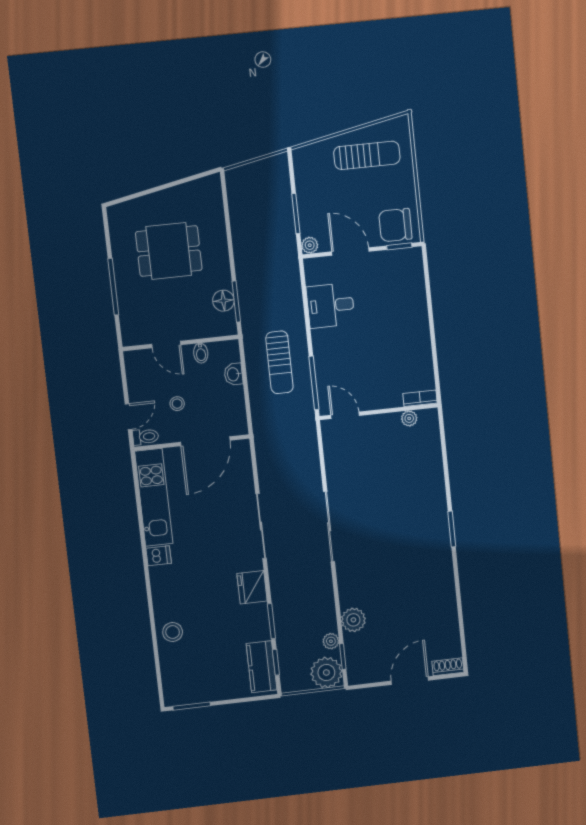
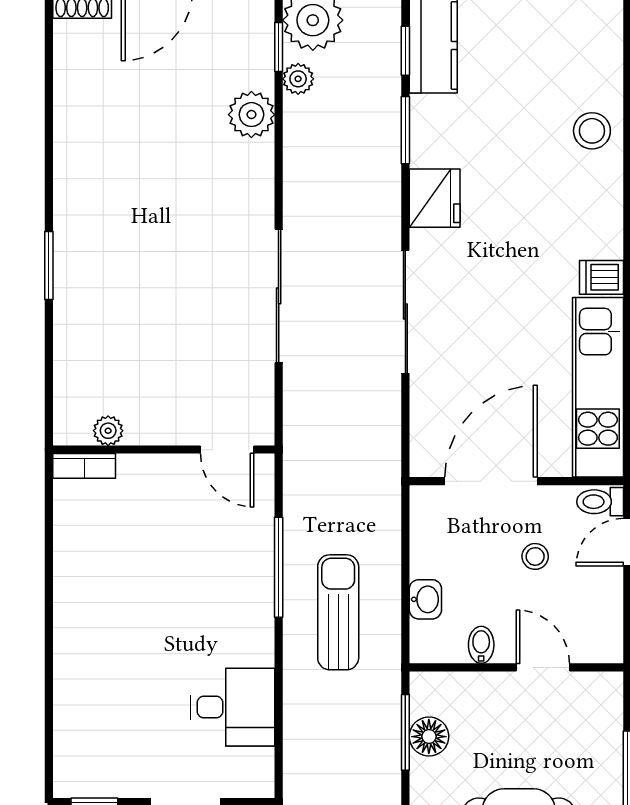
bookcase: (420, 398) -> (84, 466), moved
wall: (379, 412) -> (164, 450), moved
door: (345, 415) -> (227, 450), moved
plant: (409, 418) -> (108, 431), moved

